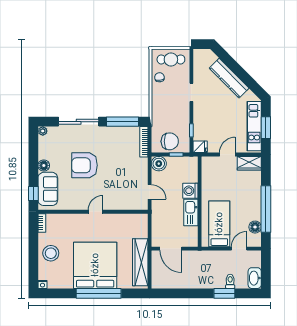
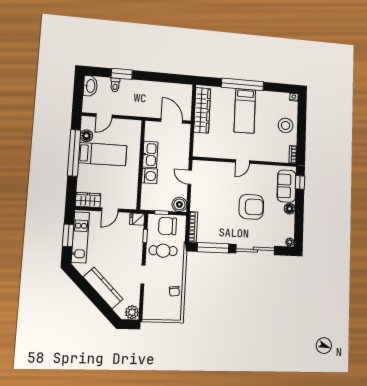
plant: (200, 56) -> (132, 312), added
cafe table: (171, 59) -> (163, 251), moved
bed: (219, 224) -> (103, 154), moved, turned -90
bed: (95, 265) -> (245, 111), width x0.49

